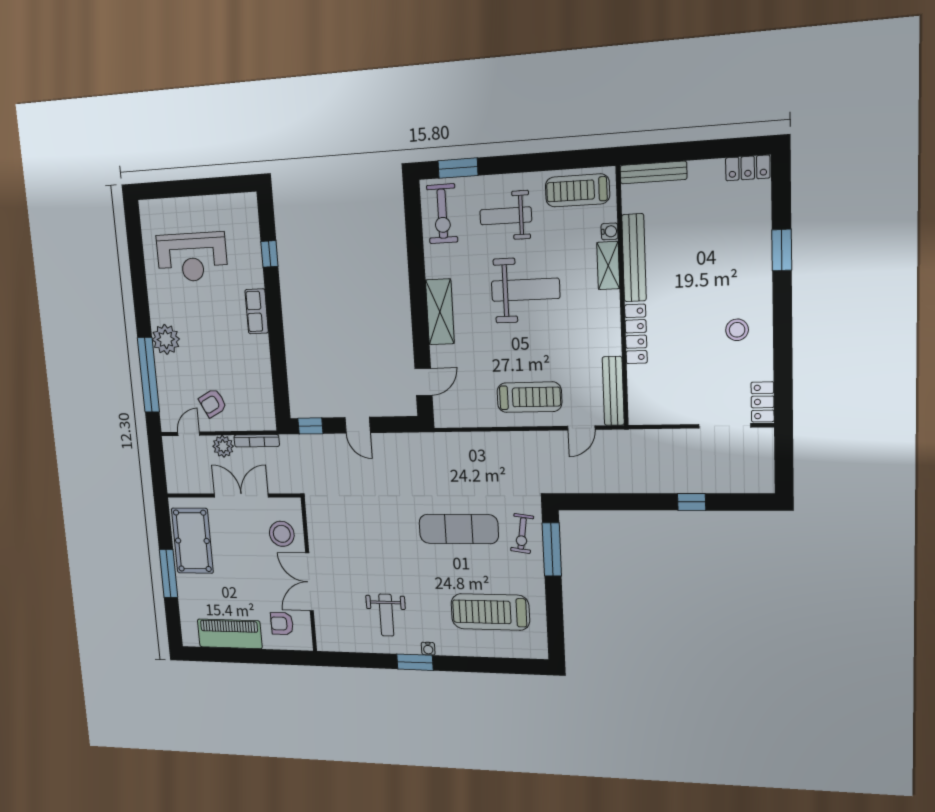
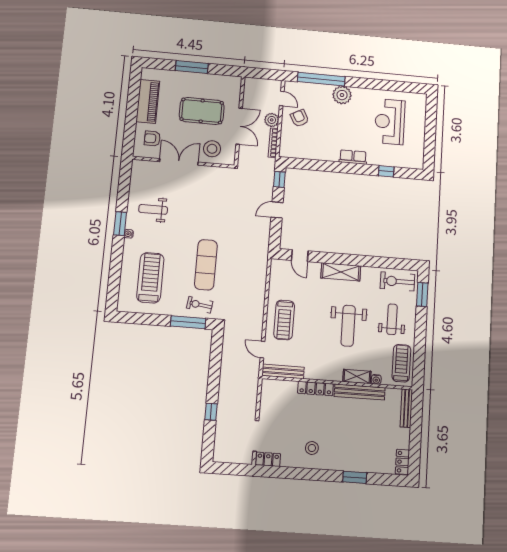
pool table: (192, 541) -> (202, 111), moved
armchair: (282, 624) -> (152, 138), turned -90

